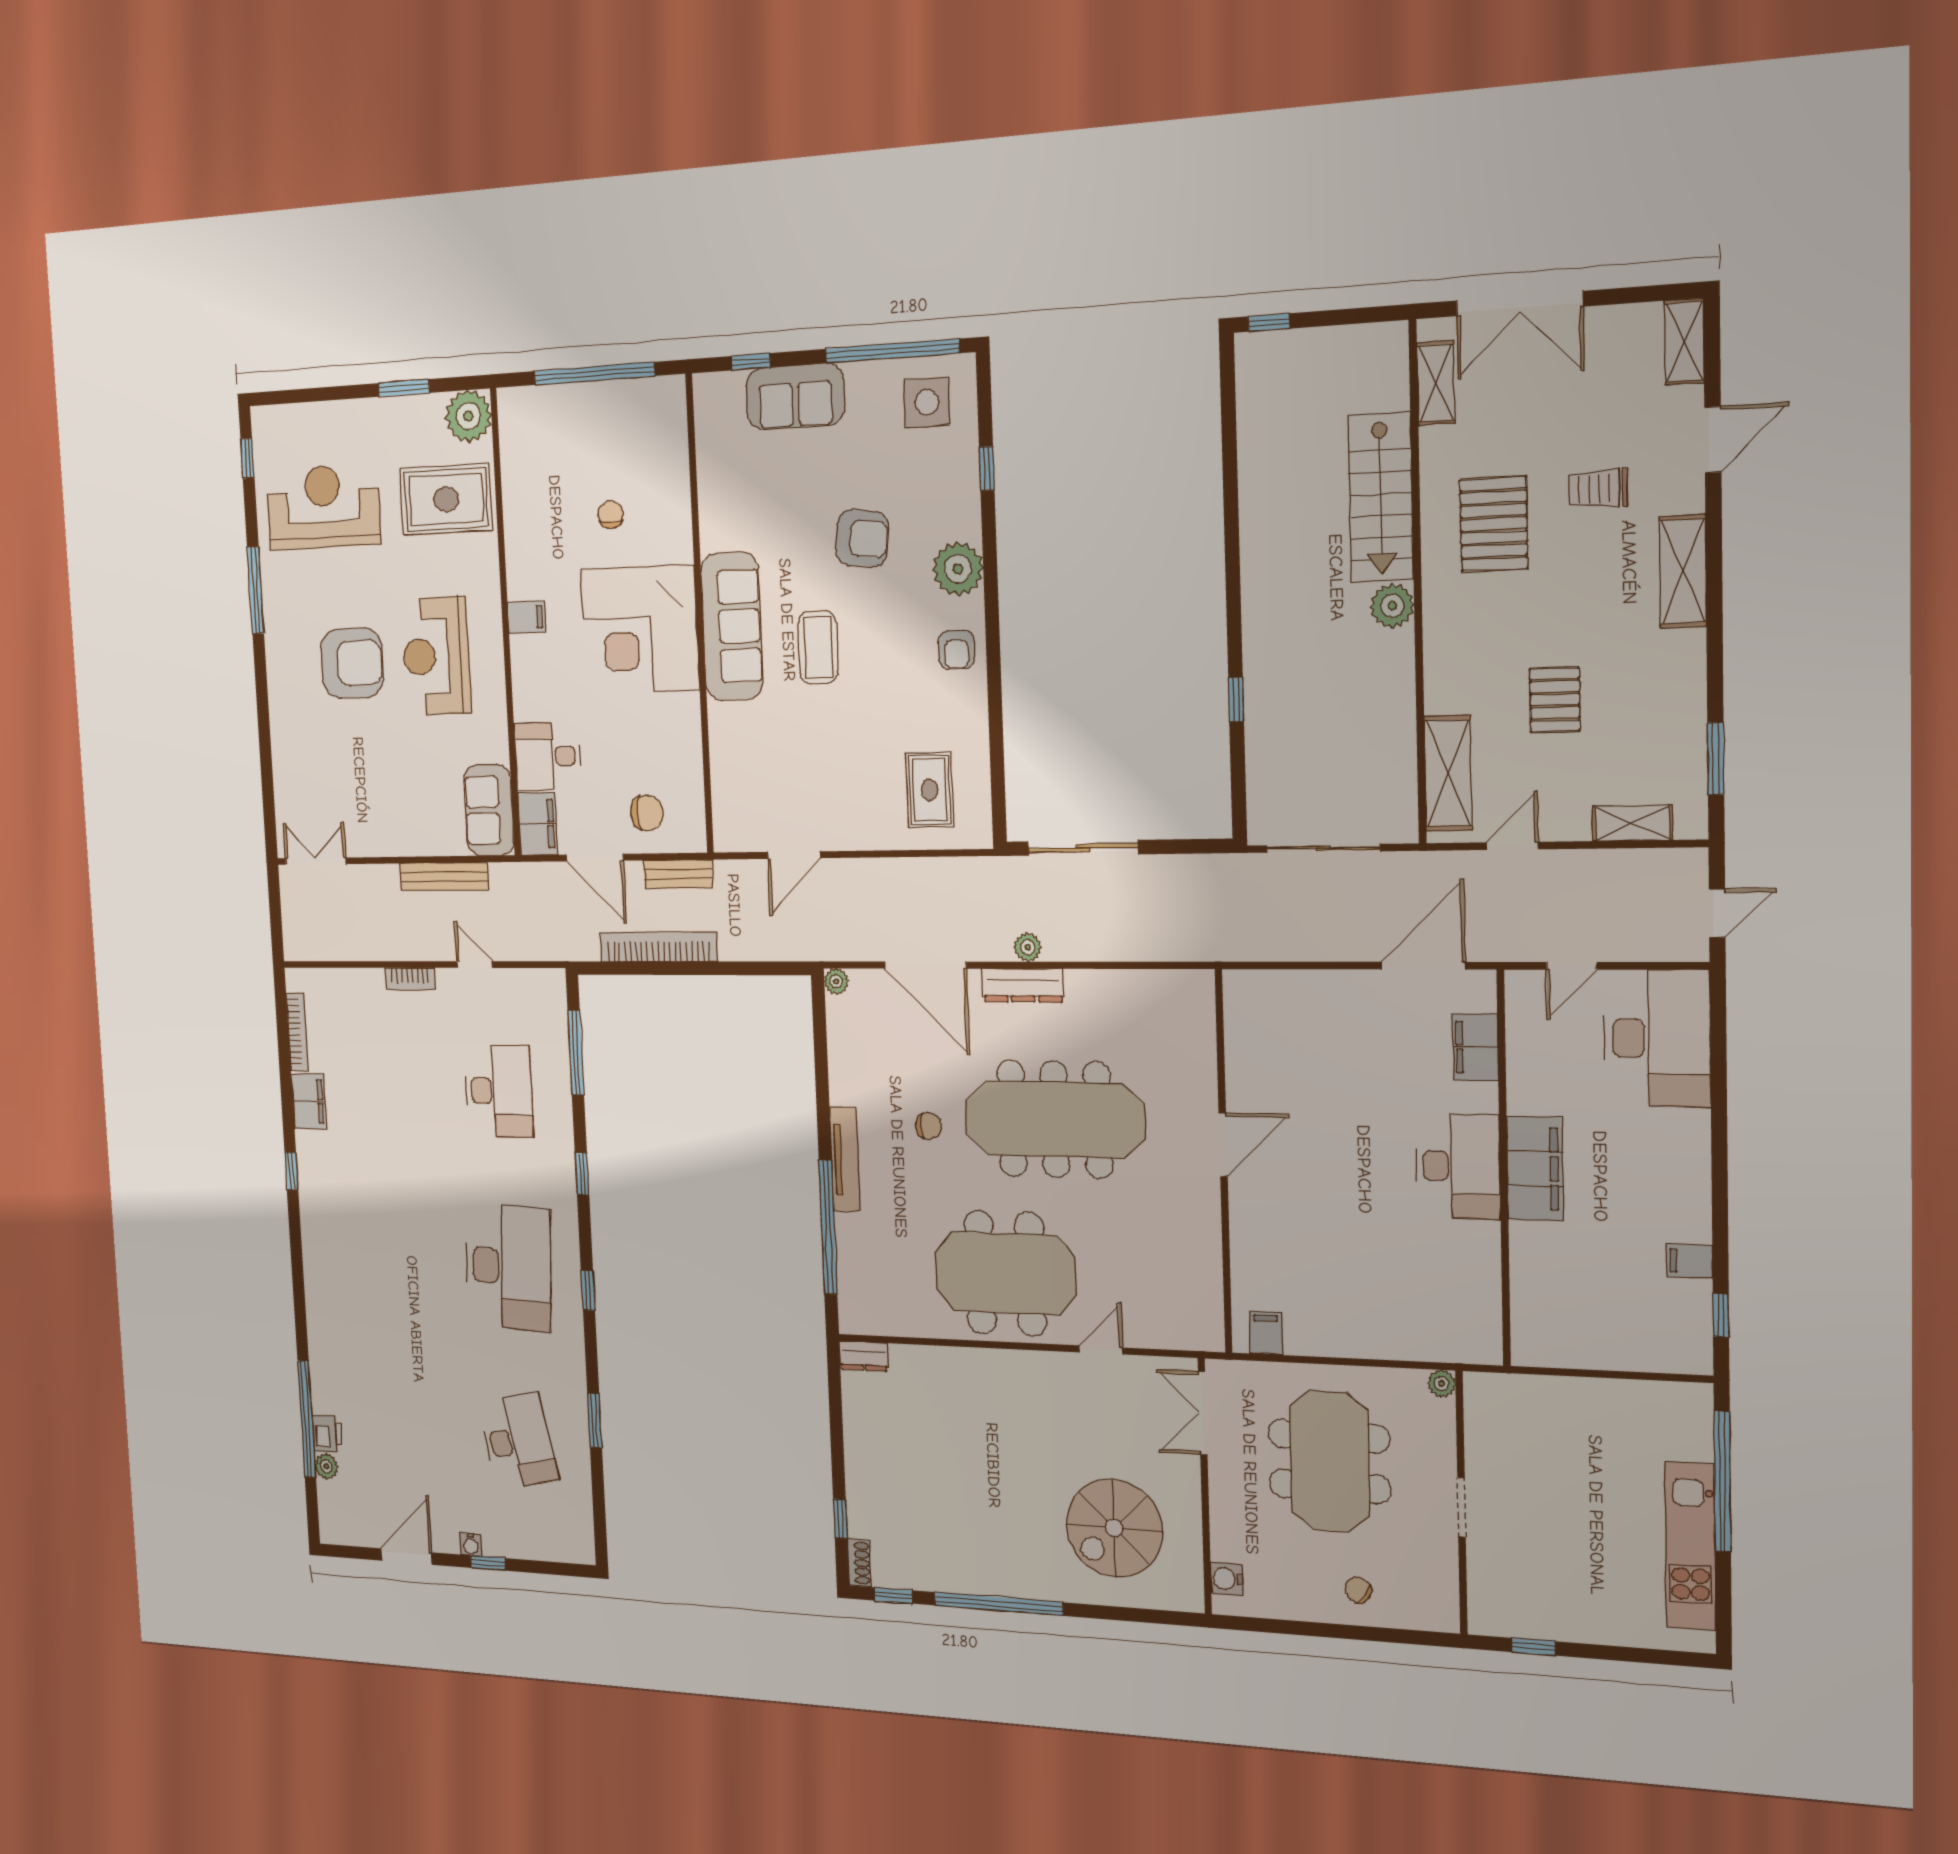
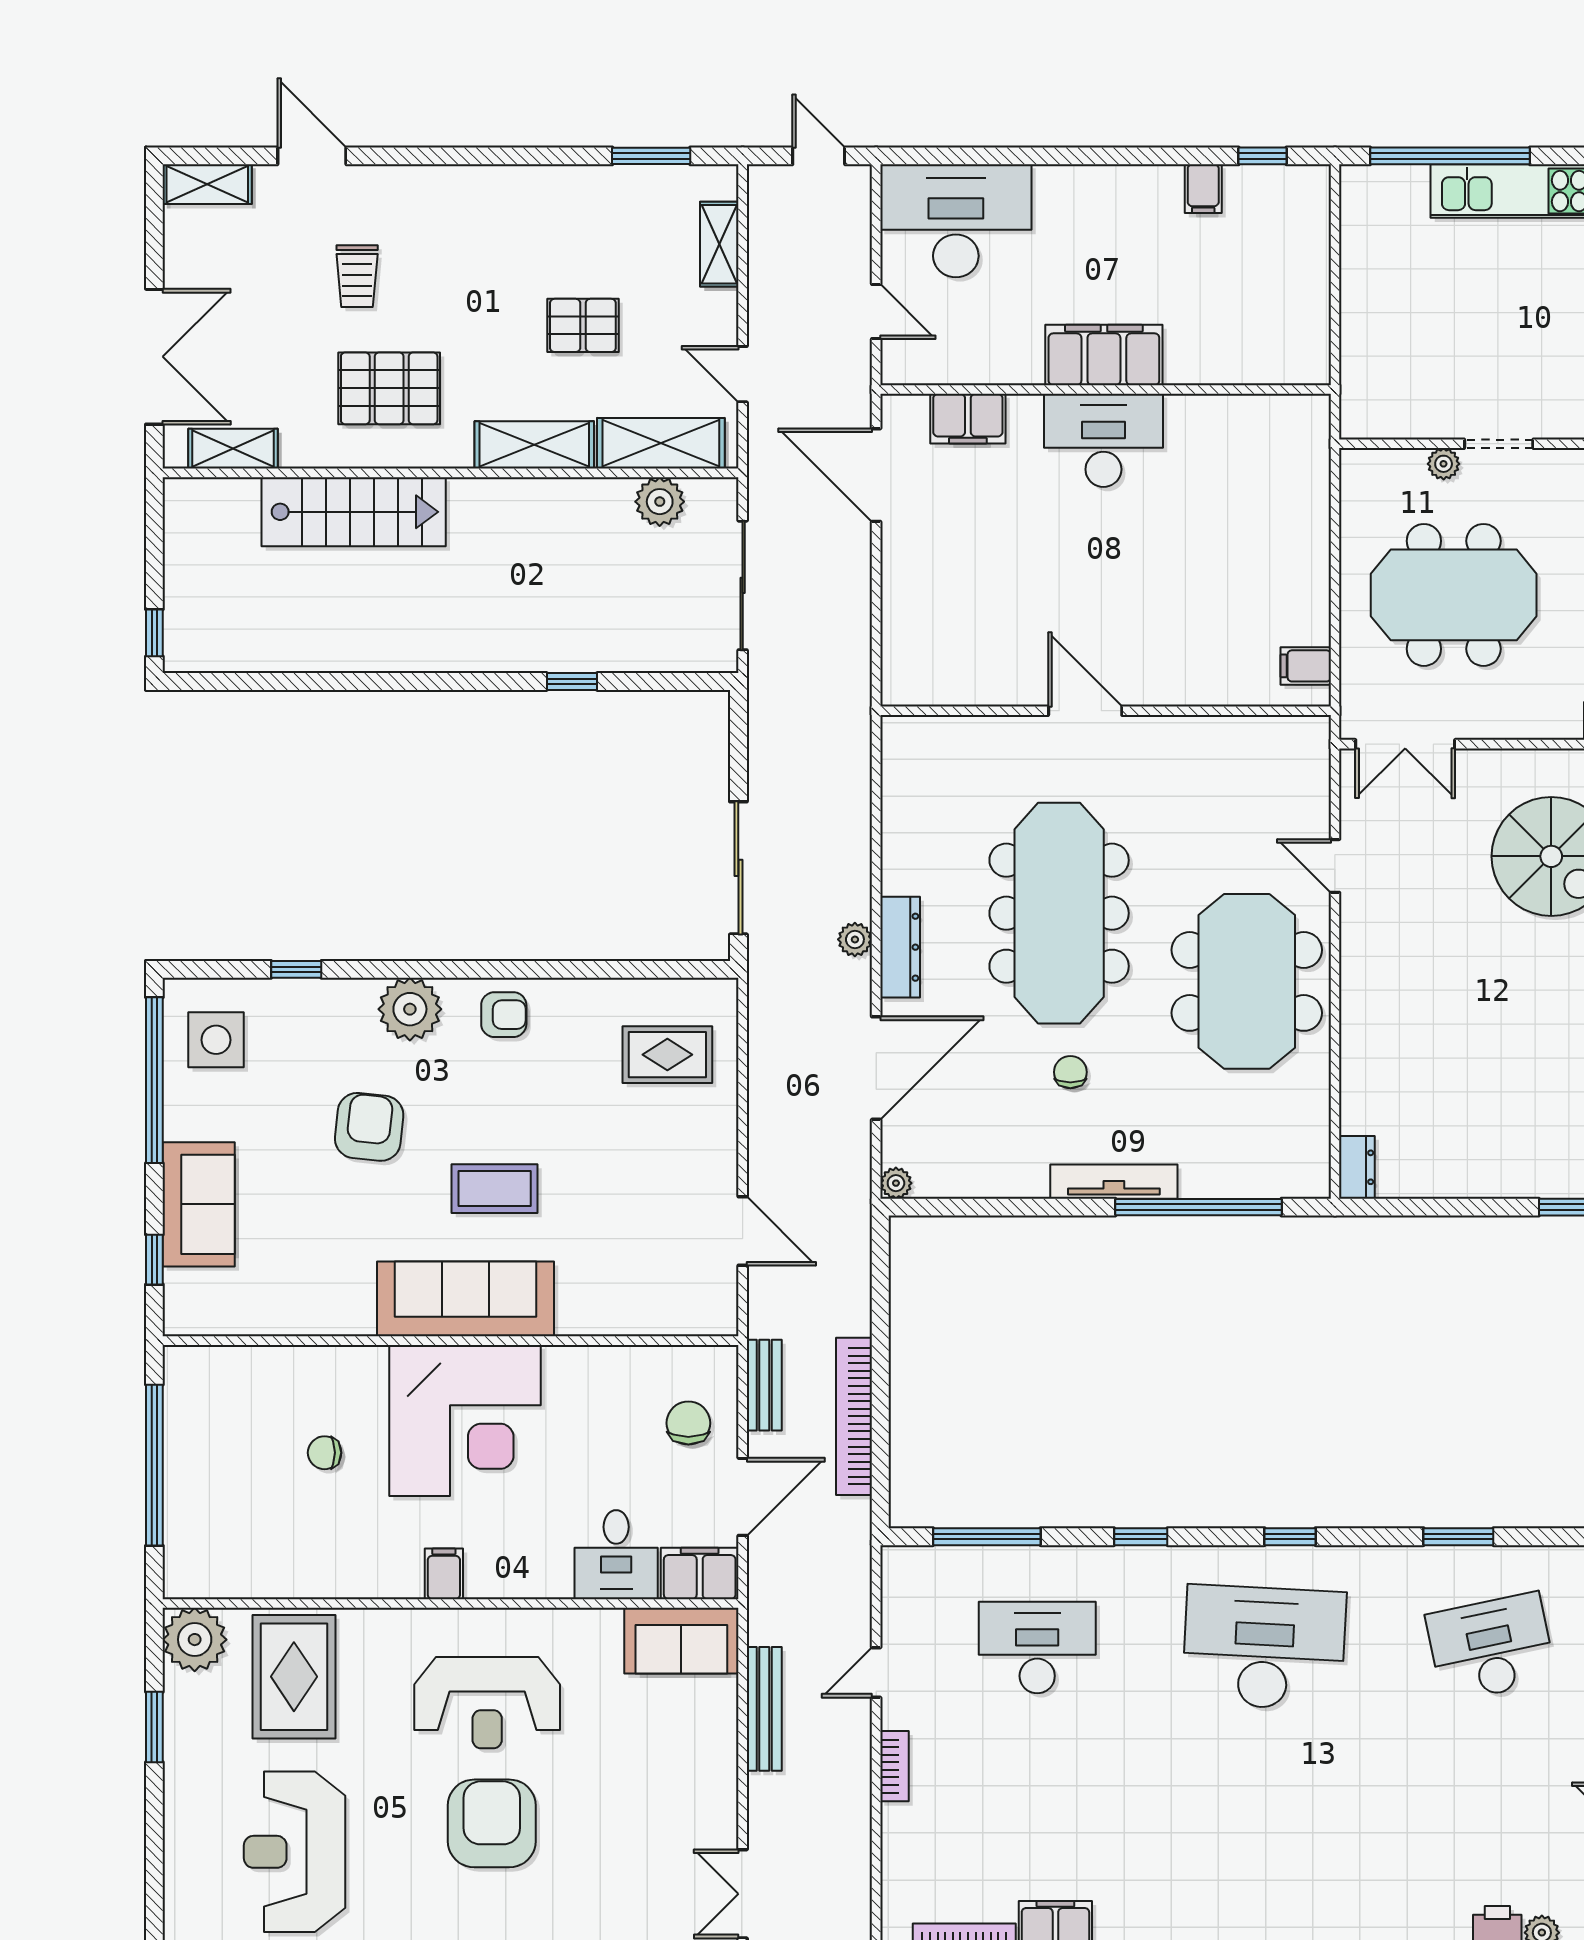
shelving: (1683, 571) -> (534, 445), moved
plant: (1392, 606) -> (660, 502), moved
plant: (1441, 1384) -> (1444, 464), moved

